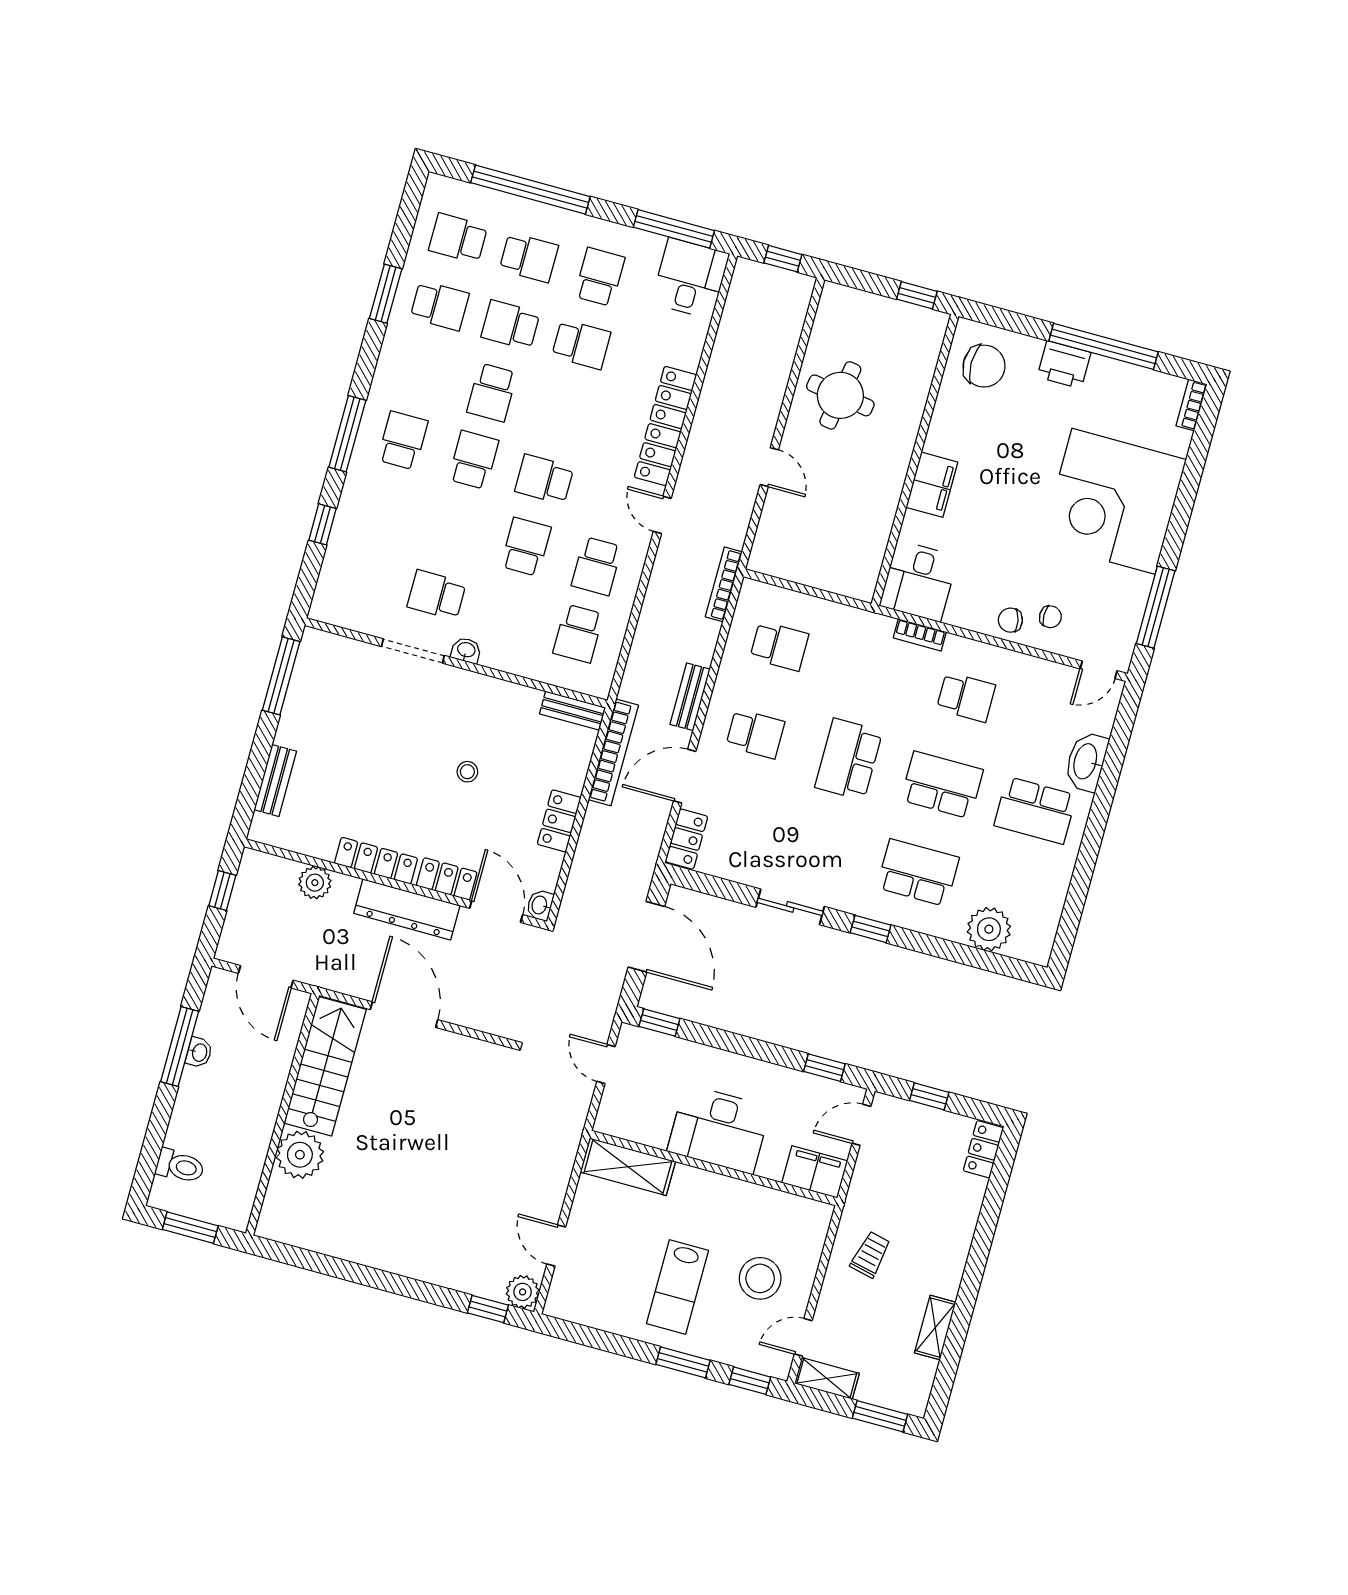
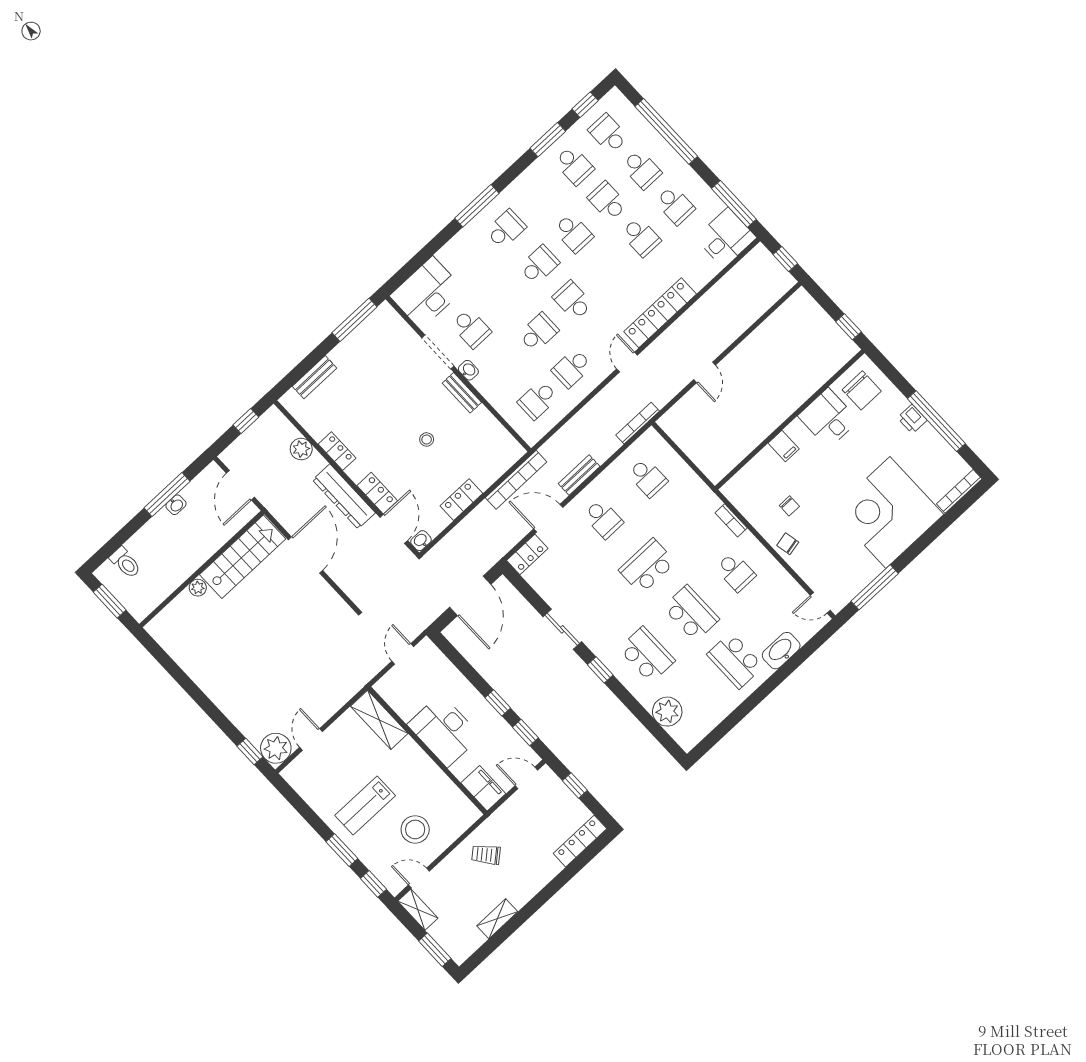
school desk: (600, 277) -> (675, 205), turned 90
printer: (1064, 365) -> (912, 419), width x0.73, depth x0.81
school desk: (492, 392) -> (573, 233), turned -90
round table: (840, 395) -> (770, 357), removed
bookcase: (1192, 405) -> (959, 491), width x1.56
filing cabinet: (932, 485) -> (784, 446), width x0.50
window: (323, 524) -> (585, 105), moved
desk: (919, 581) -> (828, 418), moved, turned 90
desk: (352, 584) -> (427, 293), added
school desk: (437, 595) -> (471, 328), turned 180
chair: (1050, 617) -> (789, 506), moved
bench: (572, 711) -> (462, 393), moved
locker: (376, 861) -> (337, 451), width x0.66
window: (659, 1023) -> (498, 703), moved
locker: (983, 1149) -> (580, 841), width x1.53
plant: (300, 1155) -> (198, 588), width x0.53, depth x0.53
trolley: (870, 1255) -> (486, 855), turned -144
plant: (523, 1292) -> (276, 748), width x1.36, depth x1.36

